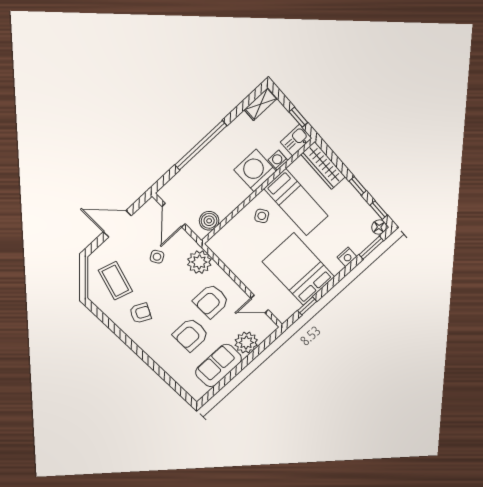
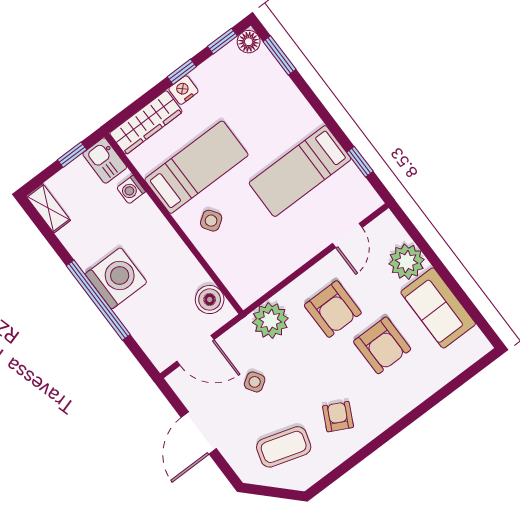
washing machine: (255, 171) -> (116, 278), moved, turned 180
nightstand: (347, 257) -> (183, 90), moved, turned -90
bed: (299, 269) -> (300, 171), width x0.67

